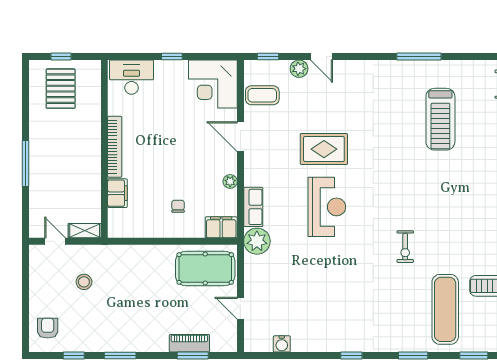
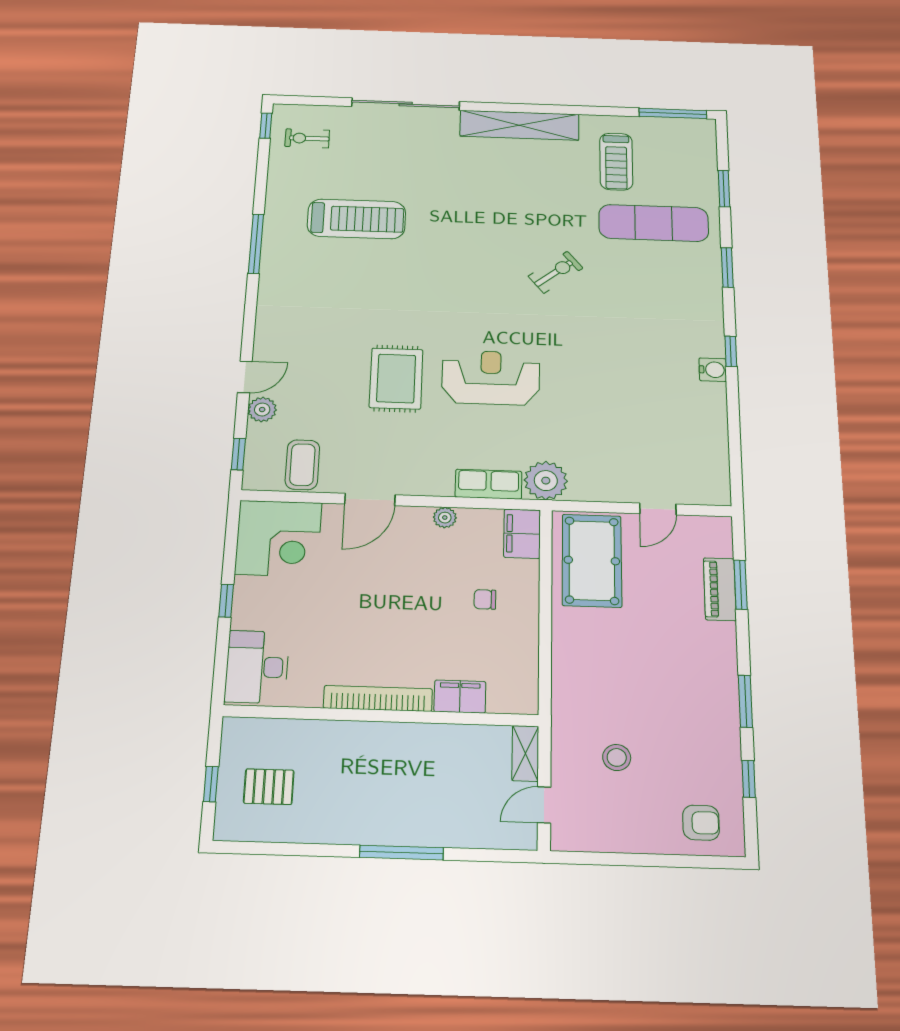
pallet: (61, 89) -> (269, 787), width x0.67, depth x0.71
exercise bike: (405, 247) -> (556, 272), turned -39
armchair: (48, 328) -> (701, 823), turned 180
water cooler: (282, 344) -> (713, 370), moved

